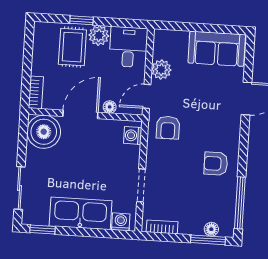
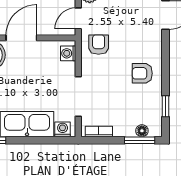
floor lamp: (110, 107) -> (47, 30), removed
armchair: (168, 128) -> (99, 45), turned 180
doorway: (141, 185) -> (78, 96), width x1.38
window: (240, 203) -> (166, 106), width x0.46

